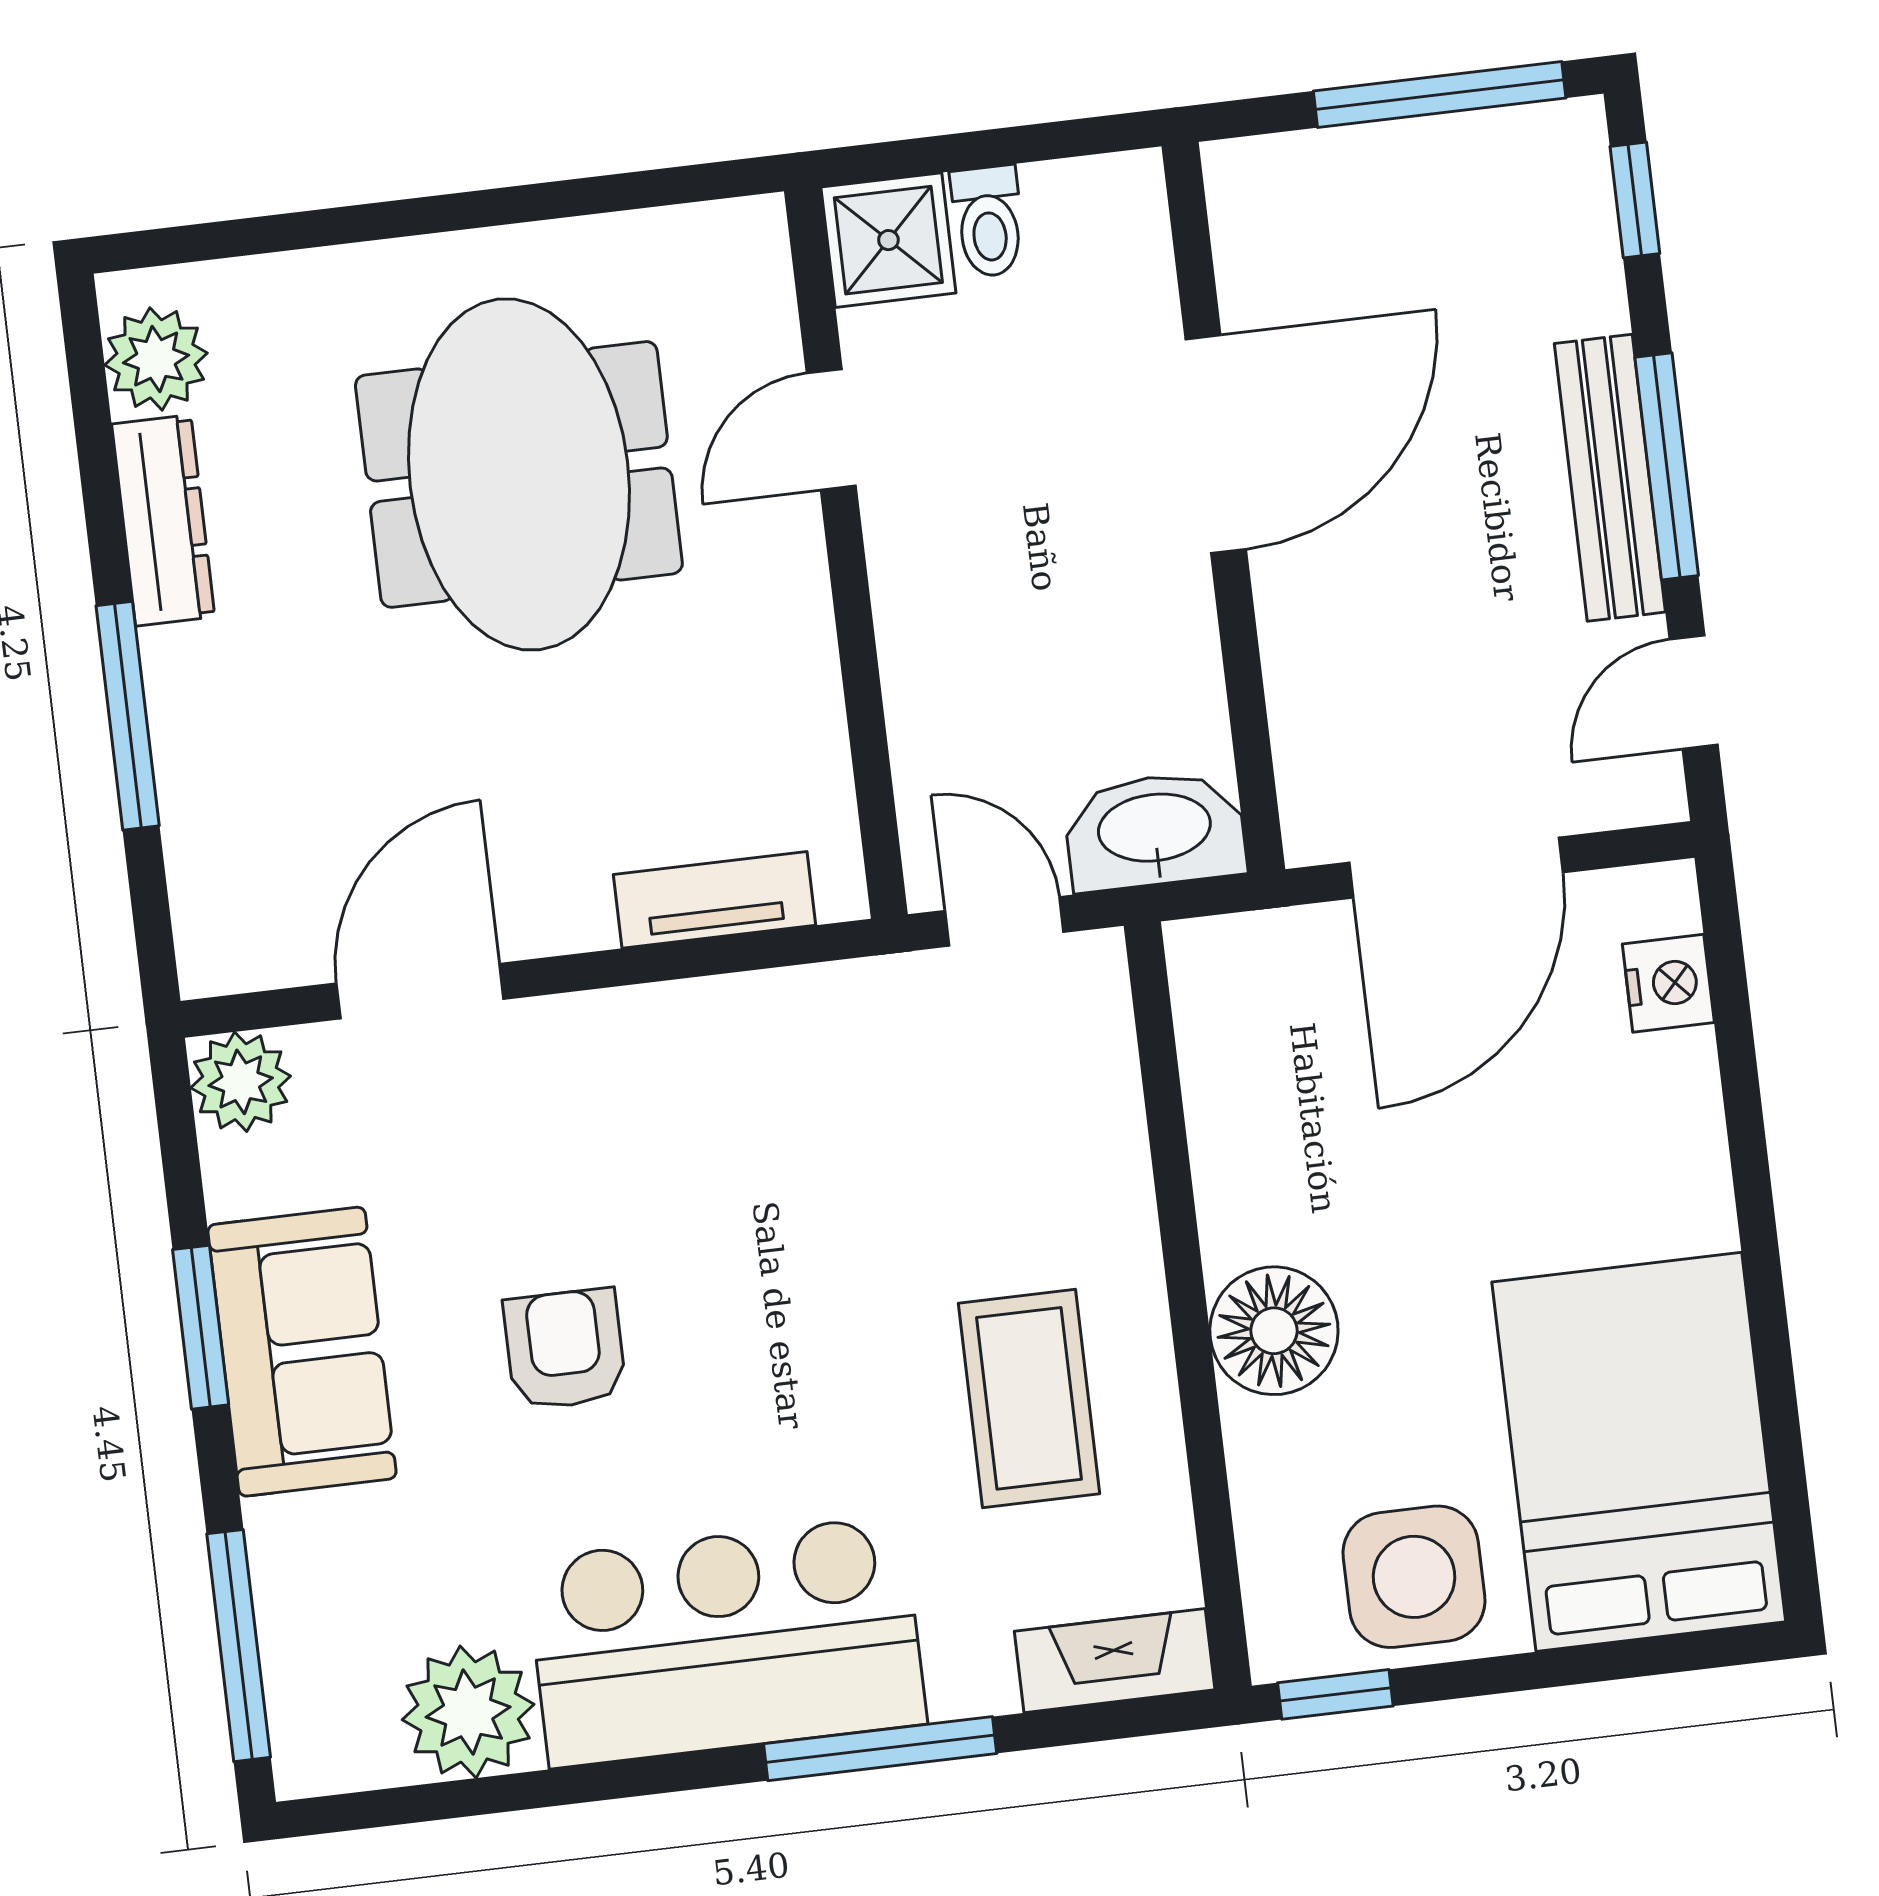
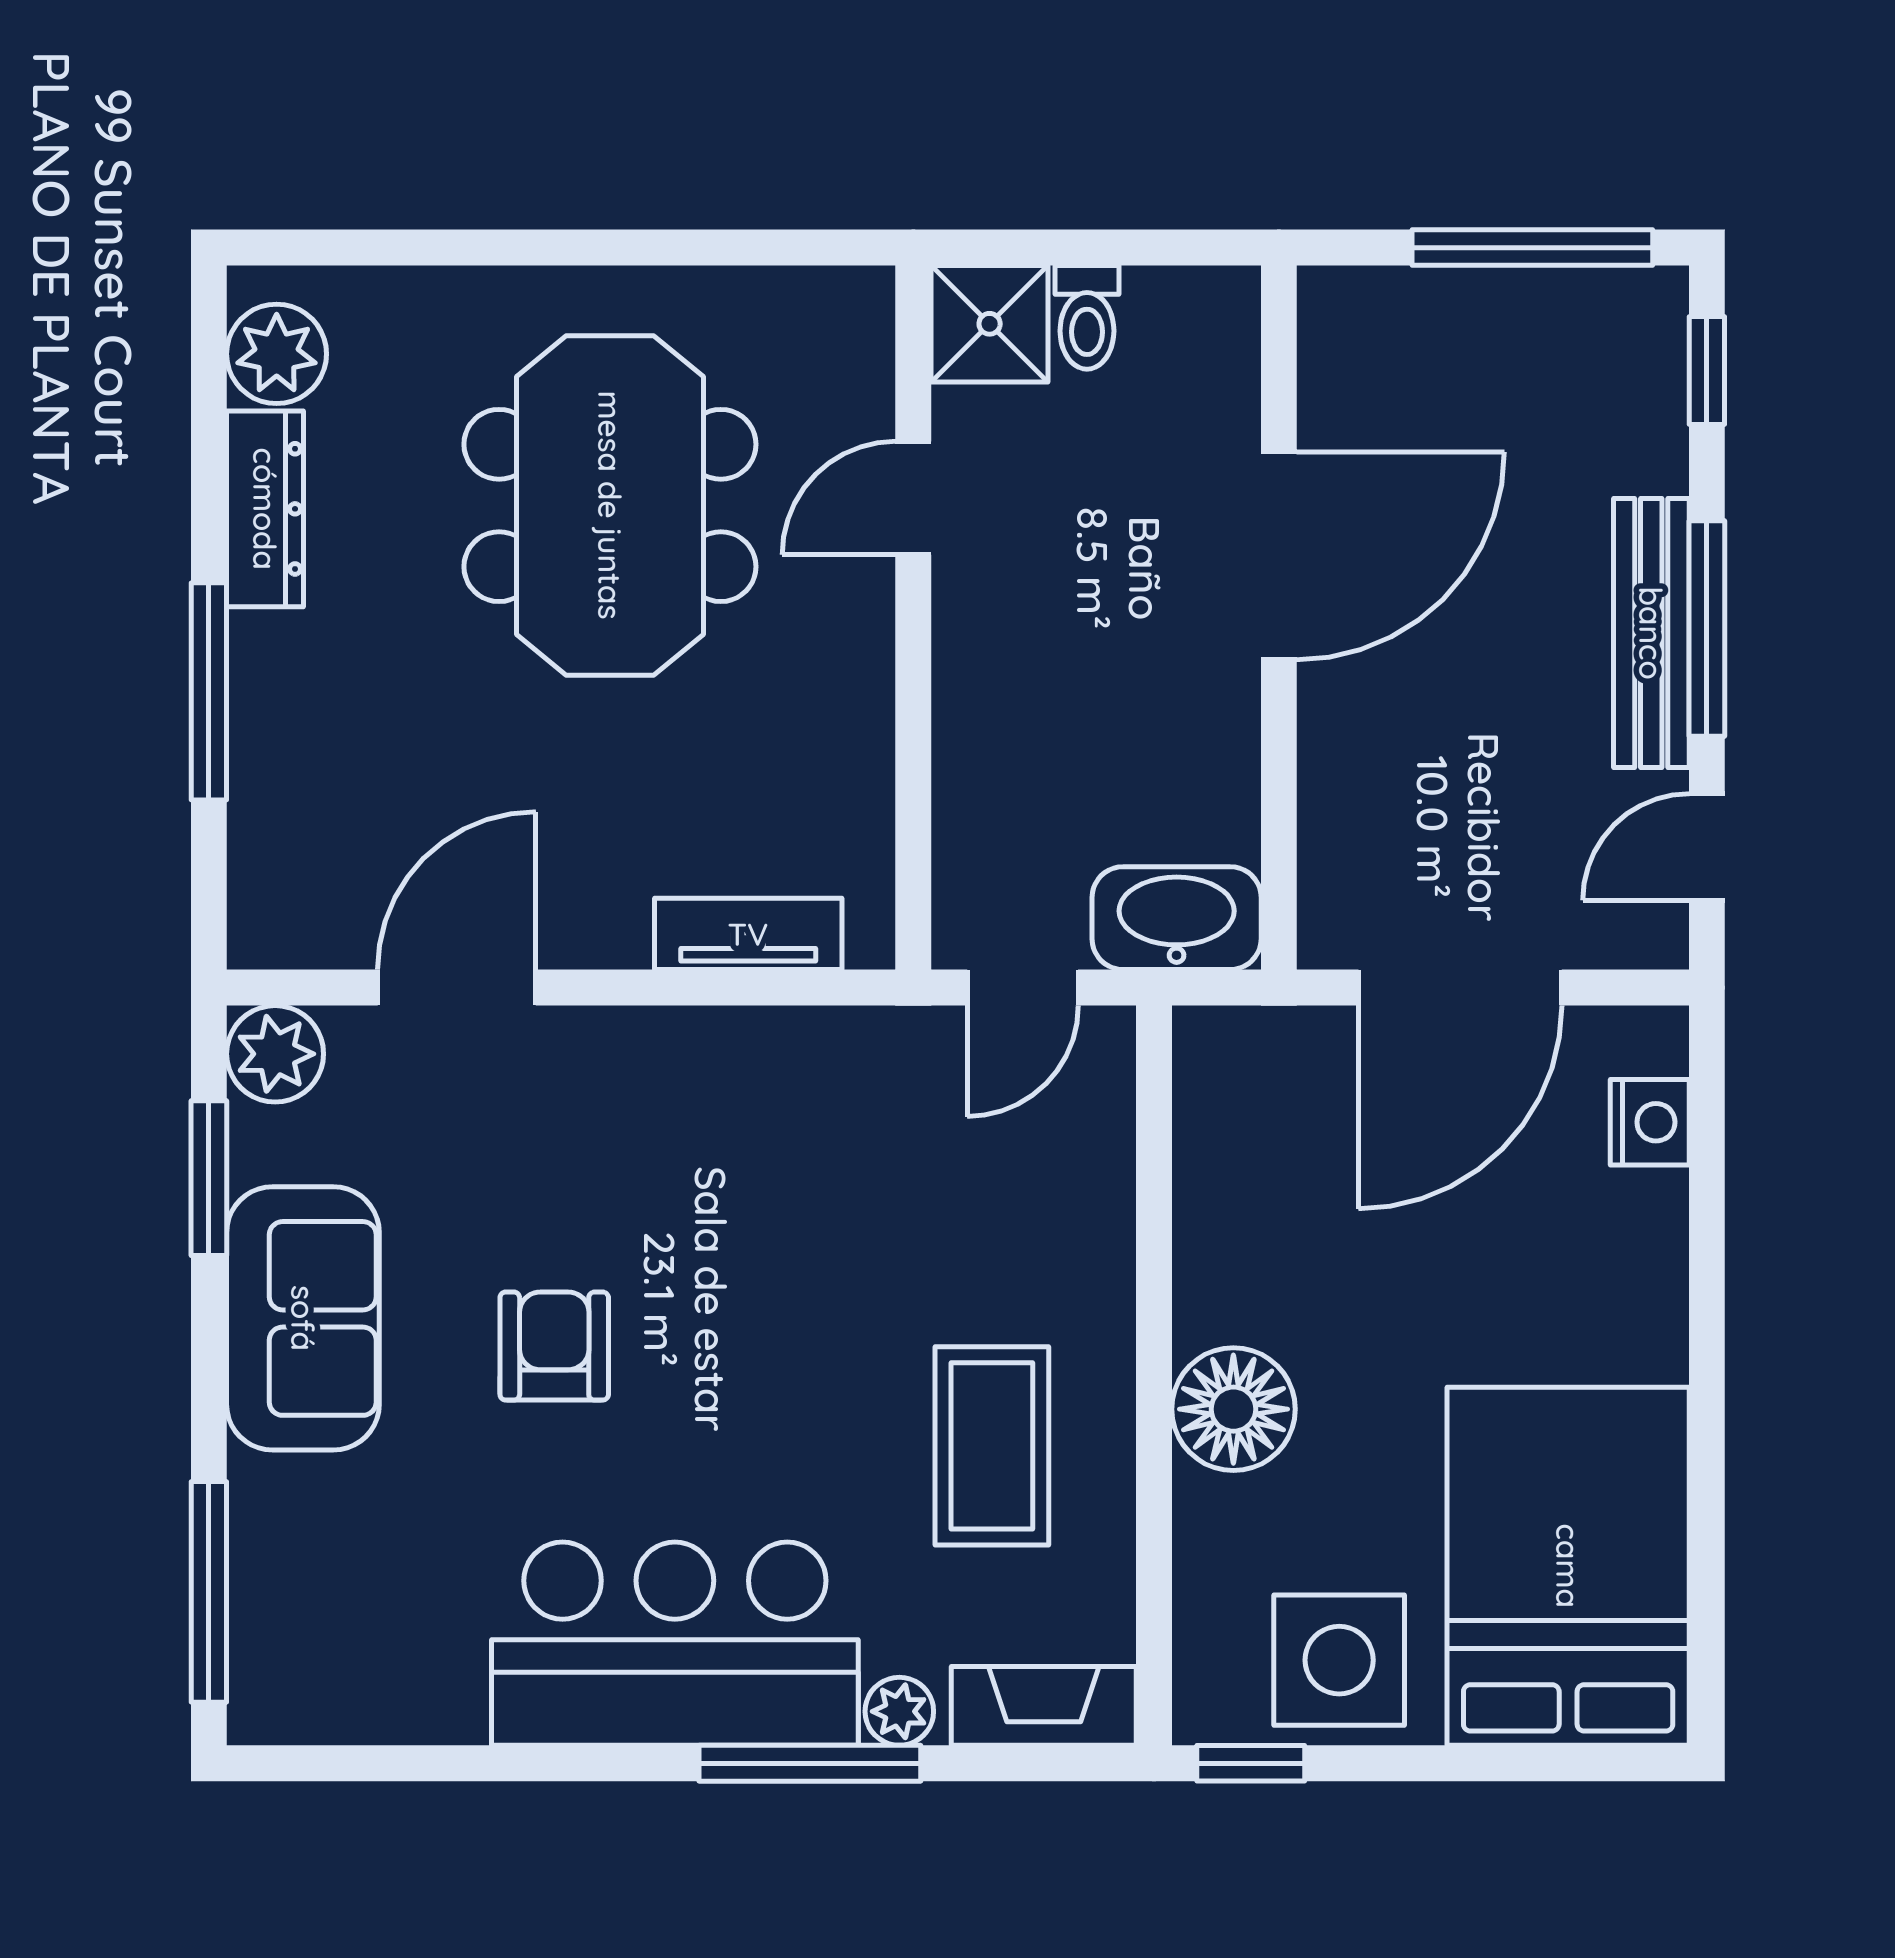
door: (1004, 921) -> (1023, 988), swing flipped
window: (201, 1327) -> (209, 1178), moved
plant: (468, 1712) -> (899, 1711), moved, width x0.53, depth x0.53

